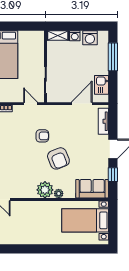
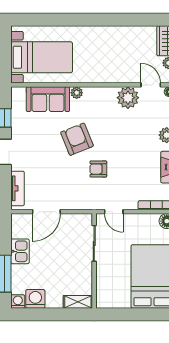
washing machine: (75, 36) -> (18, 301), moved
kitchen sink: (101, 85) -> (20, 251), moved
sofa: (92, 189) -> (48, 99), moved
plant: (45, 190) -> (128, 98), moved

